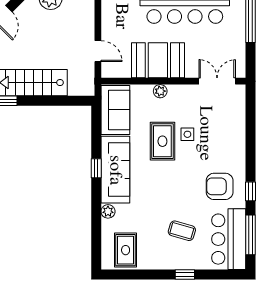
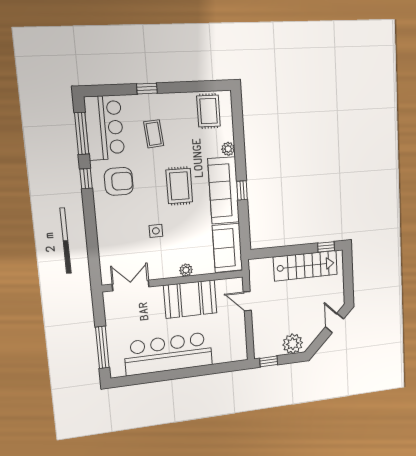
double door: (217, 81) -> (131, 285), swing flipped
rug: (162, 141) -> (179, 186), moved
coffee table: (182, 231) -> (154, 134), turned 69

